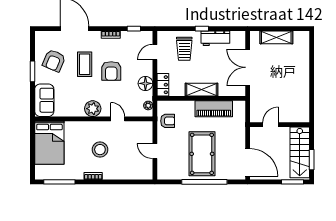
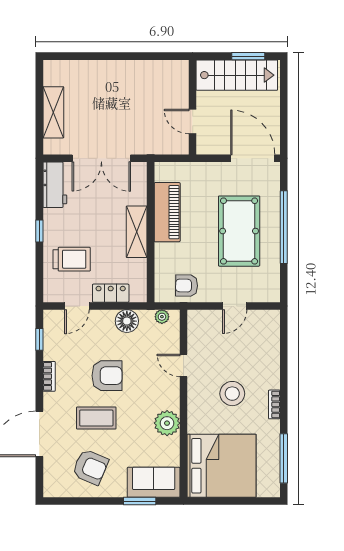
workbench: (215, 38) -> (55, 185), moved
door: (155, 52) -> (77, 306), hinge flipped
window: (33, 71) -> (140, 501), moved
locker: (163, 85) -> (111, 293), moved
plant: (93, 109) -> (167, 423), moved
door: (118, 119) -> (183, 365), hinge flipped
armchair: (168, 121) -> (187, 286), turned -89
bed: (49, 143) -> (222, 466), width x1.36
pool table: (202, 154) -> (239, 231), turned 90
door: (248, 162) -> (253, 158), hinge flipped
window: (293, 182) -> (284, 87), removed

